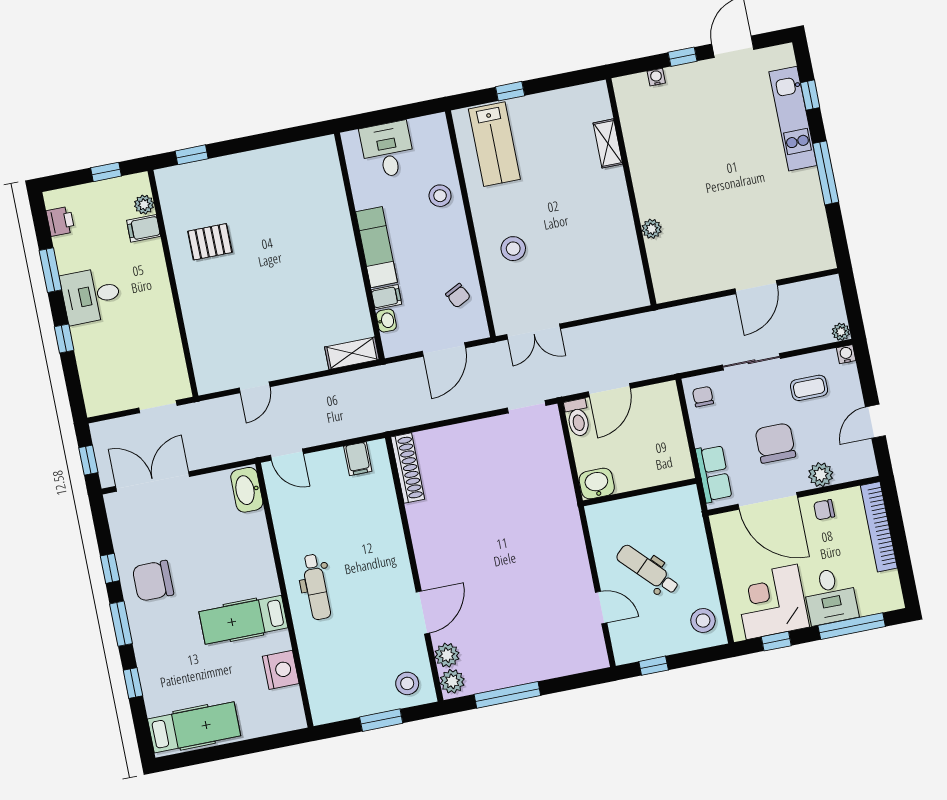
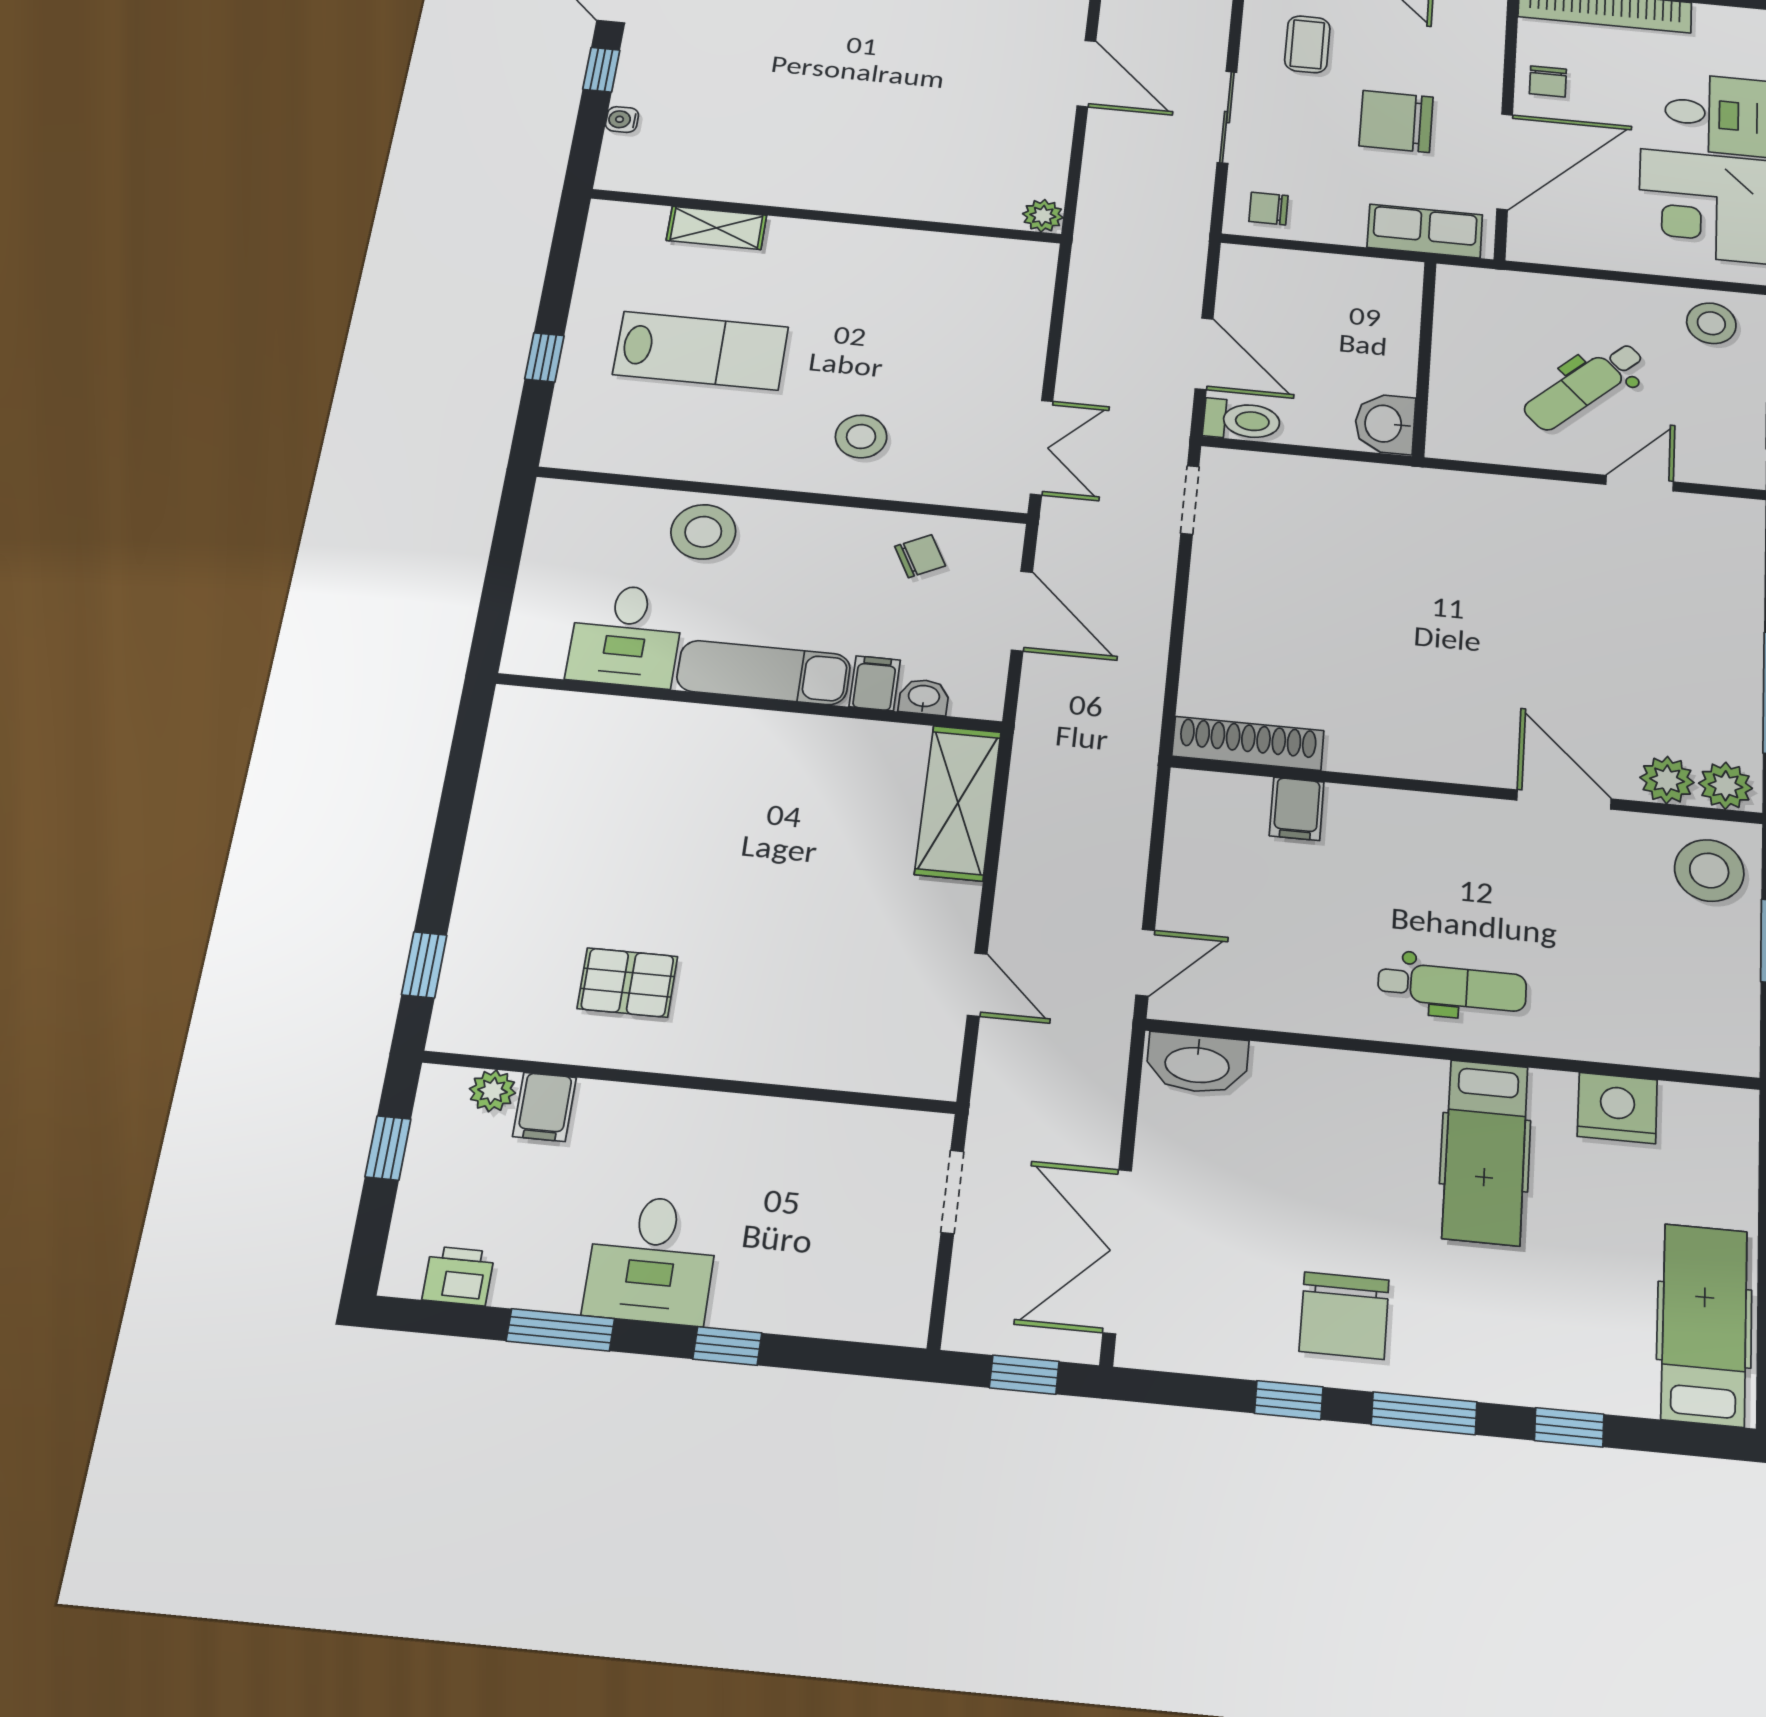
lab bench: (494, 144) -> (701, 351), moved
desk: (387, 150) -> (626, 636), moved, turned -90
stool: (440, 196) -> (703, 532), width x1.38, depth x1.38
plant: (652, 229) -> (1043, 216), moved
pallet: (210, 242) -> (627, 983), turned 90
shelving: (352, 353) -> (958, 803), width x1.50, depth x1.33
filing cabinet: (358, 459) -> (1297, 809), moved, turned 90
plant: (821, 475) -> (1479, 69), removed
stool: (407, 683) -> (1709, 870), width x1.38, depth x1.38

